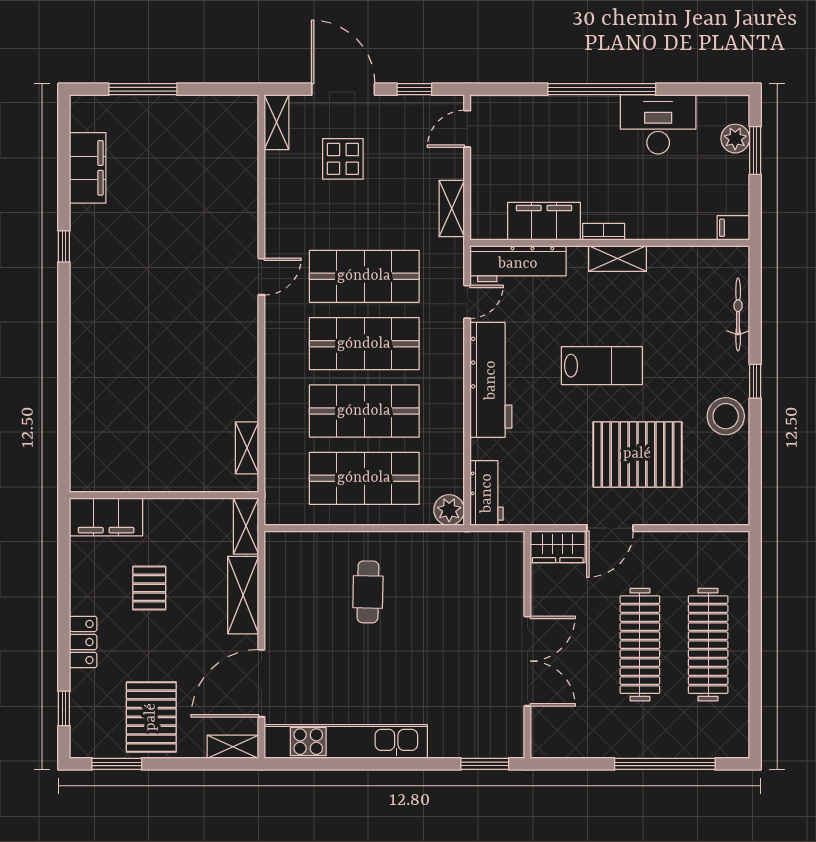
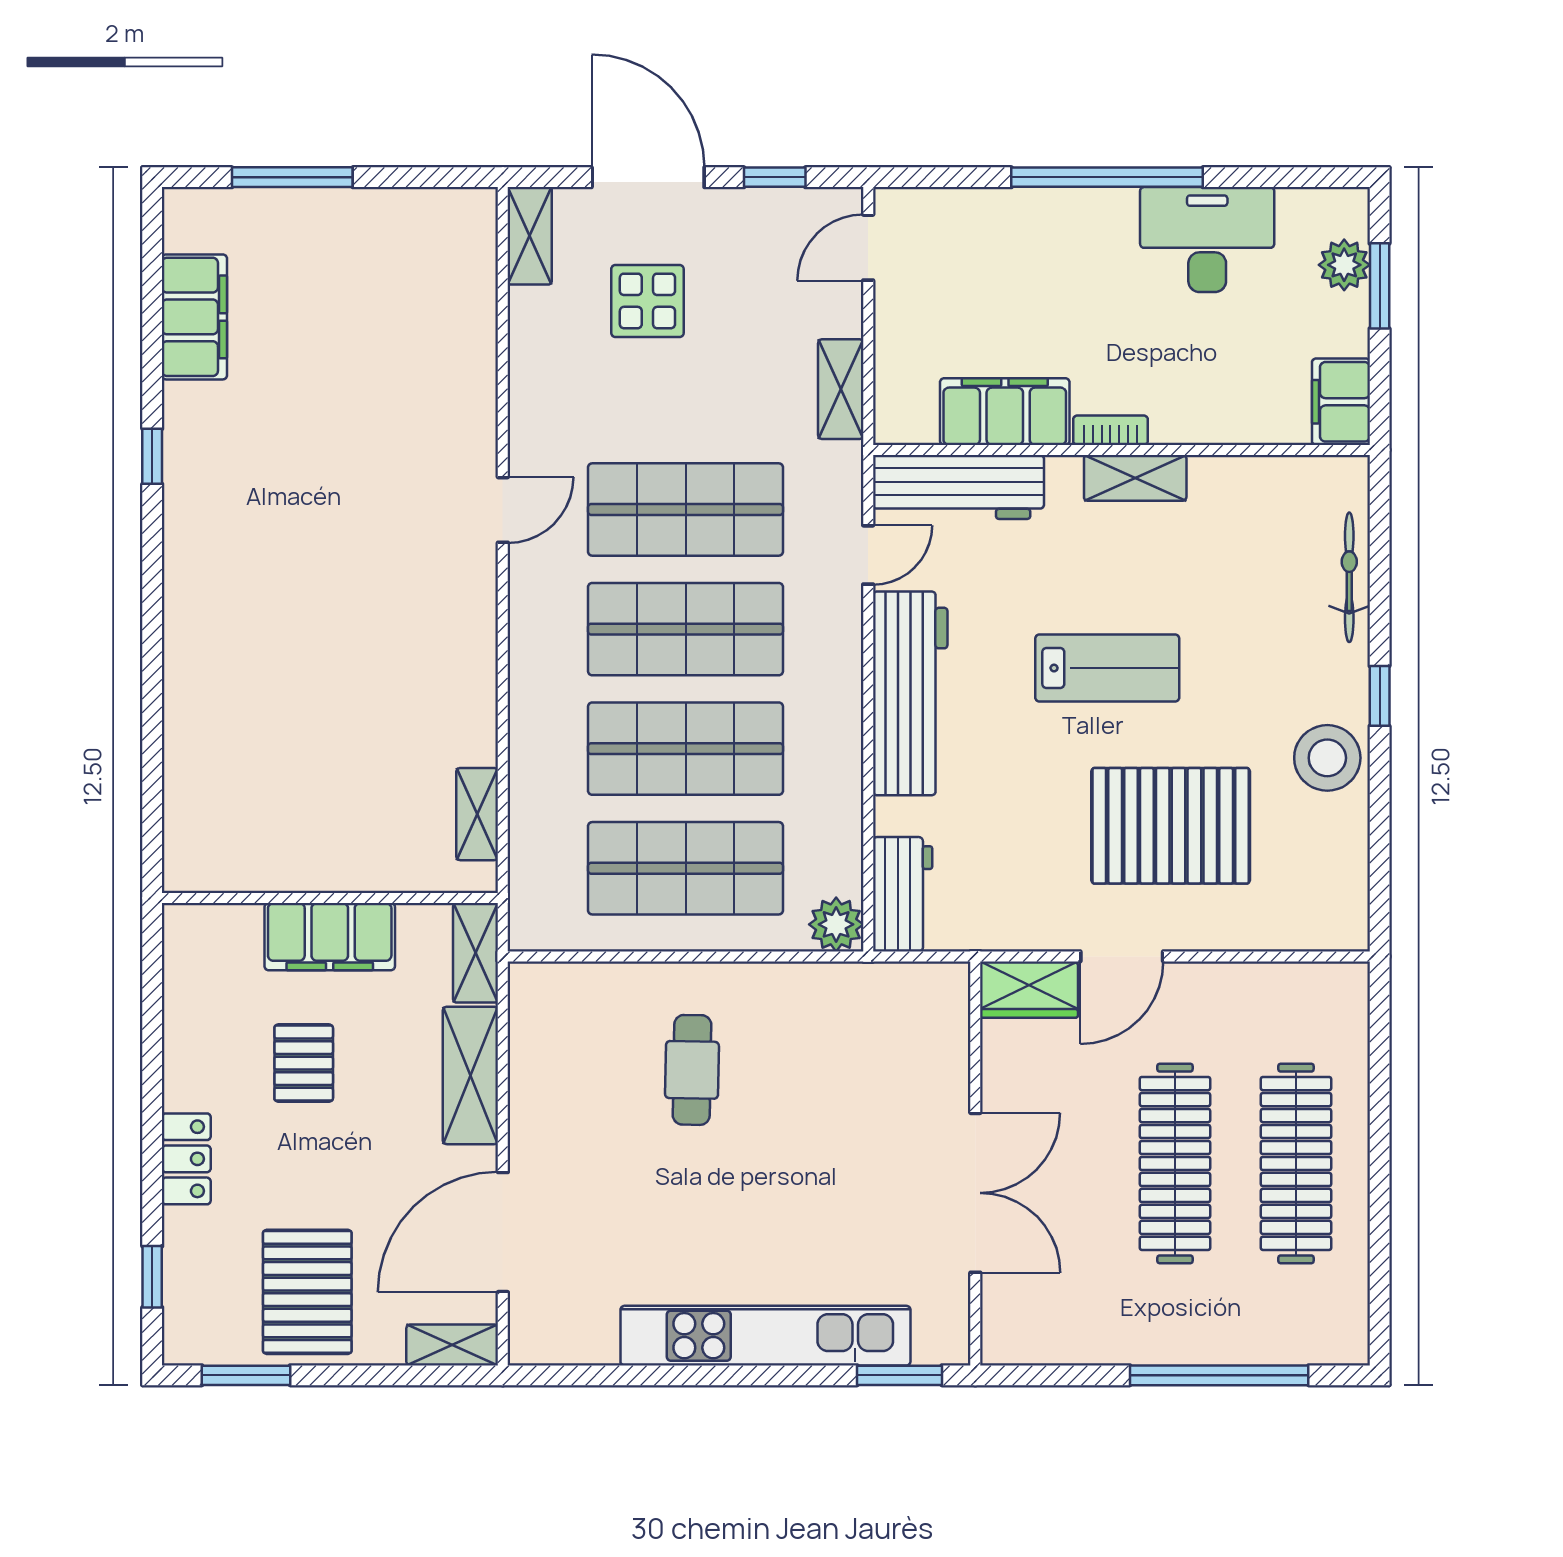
filing cabinet: (733, 228) -> (1341, 402), width x2.00
filing cabinet: (106, 517) -> (330, 937), moved
kitchen unit: (346, 742) -> (765, 1336), moved

